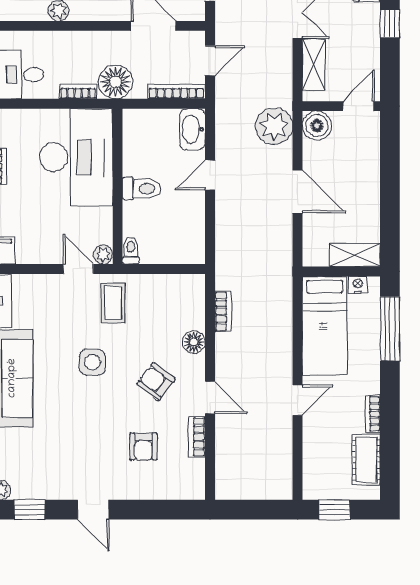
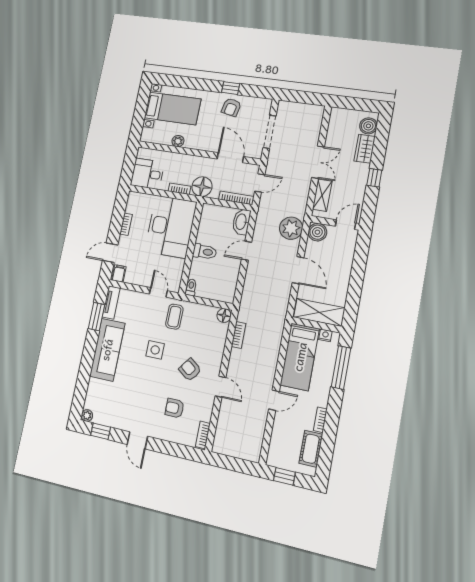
plant: (103, 255) -> (174, 287), removed
shelving: (355, 255) -> (319, 312), width x1.50, depth x1.33
floor lamp: (194, 342) -> (224, 315), moved
bookcase: (197, 437) -> (203, 435), moved
armchair: (143, 447) -> (175, 408), turned 90

